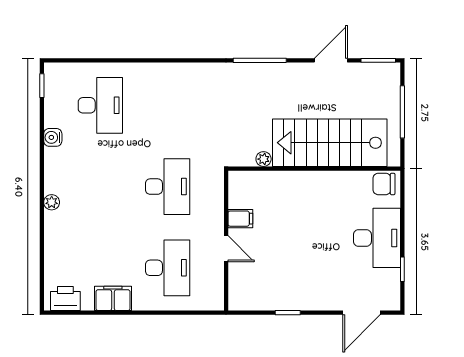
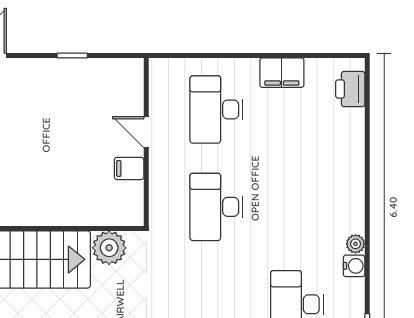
plant: (264, 159) -> (109, 248), width x1.87, depth x1.87
plant: (52, 202) -> (355, 244), moved
printer: (65, 299) -> (350, 89), moved, turned 90

